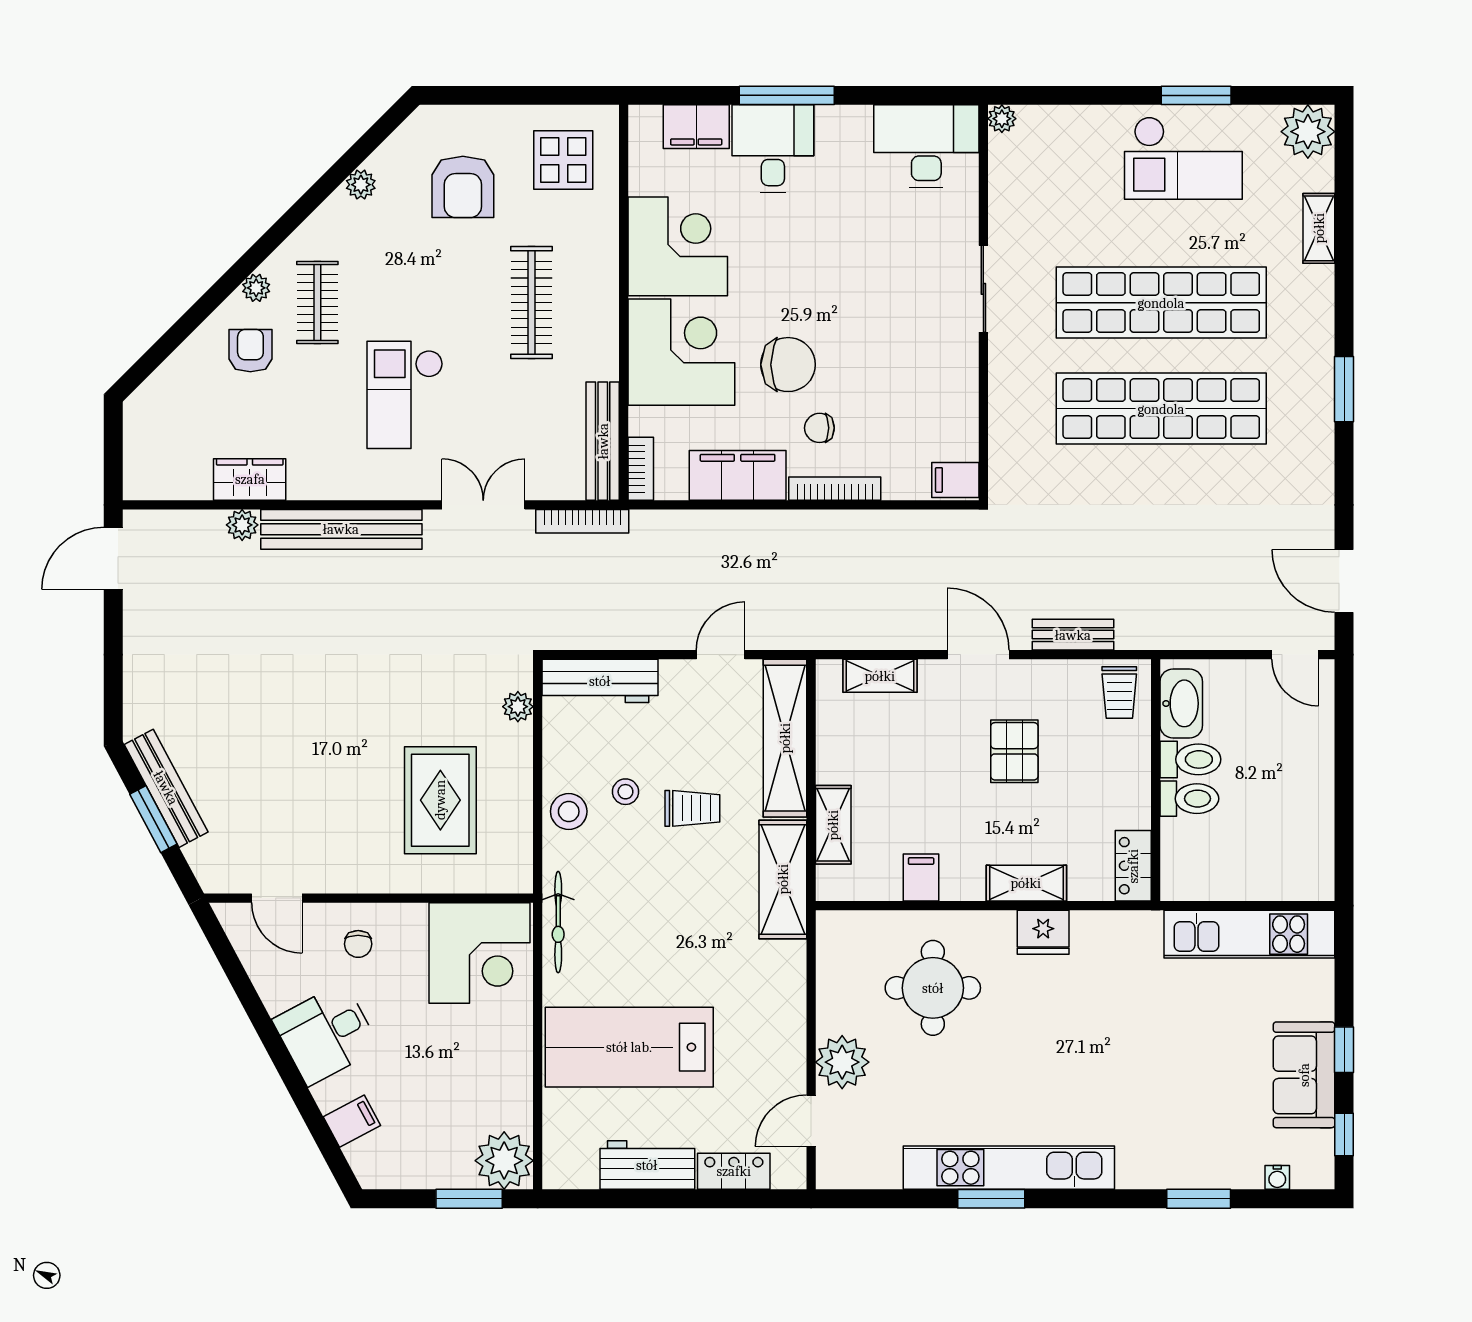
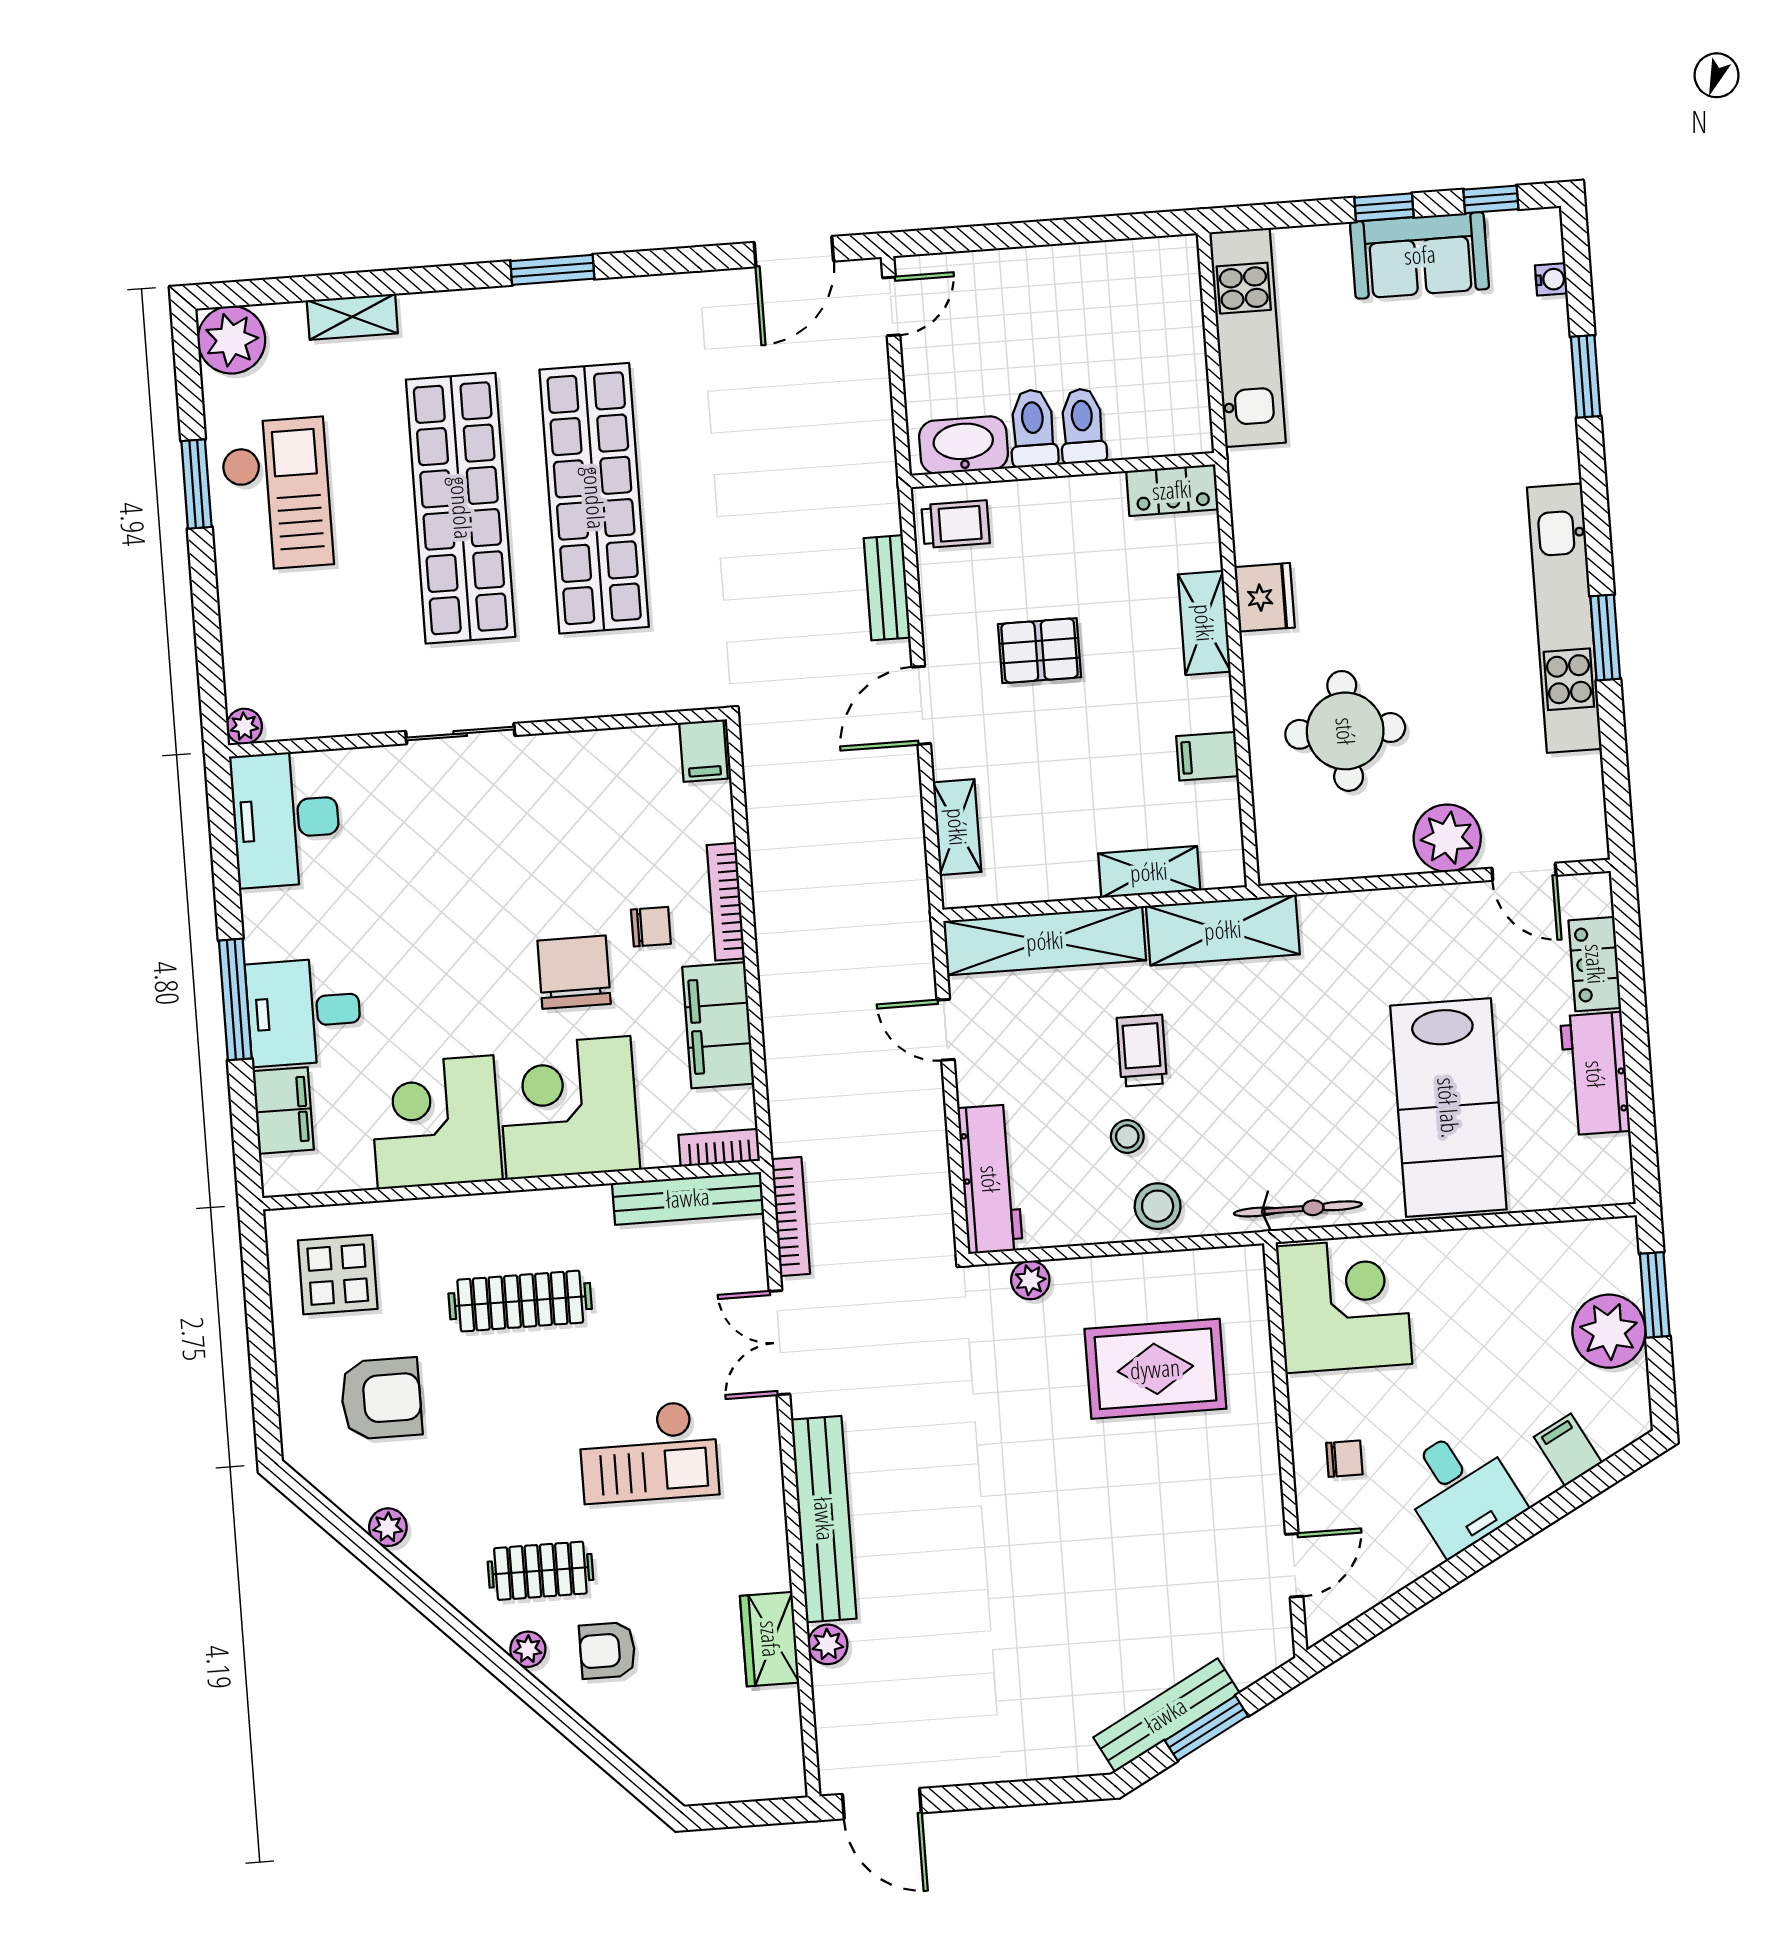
chair: (819, 428) -> (651, 927), turned -90
plant: (504, 1161) -> (1609, 1331), moved

